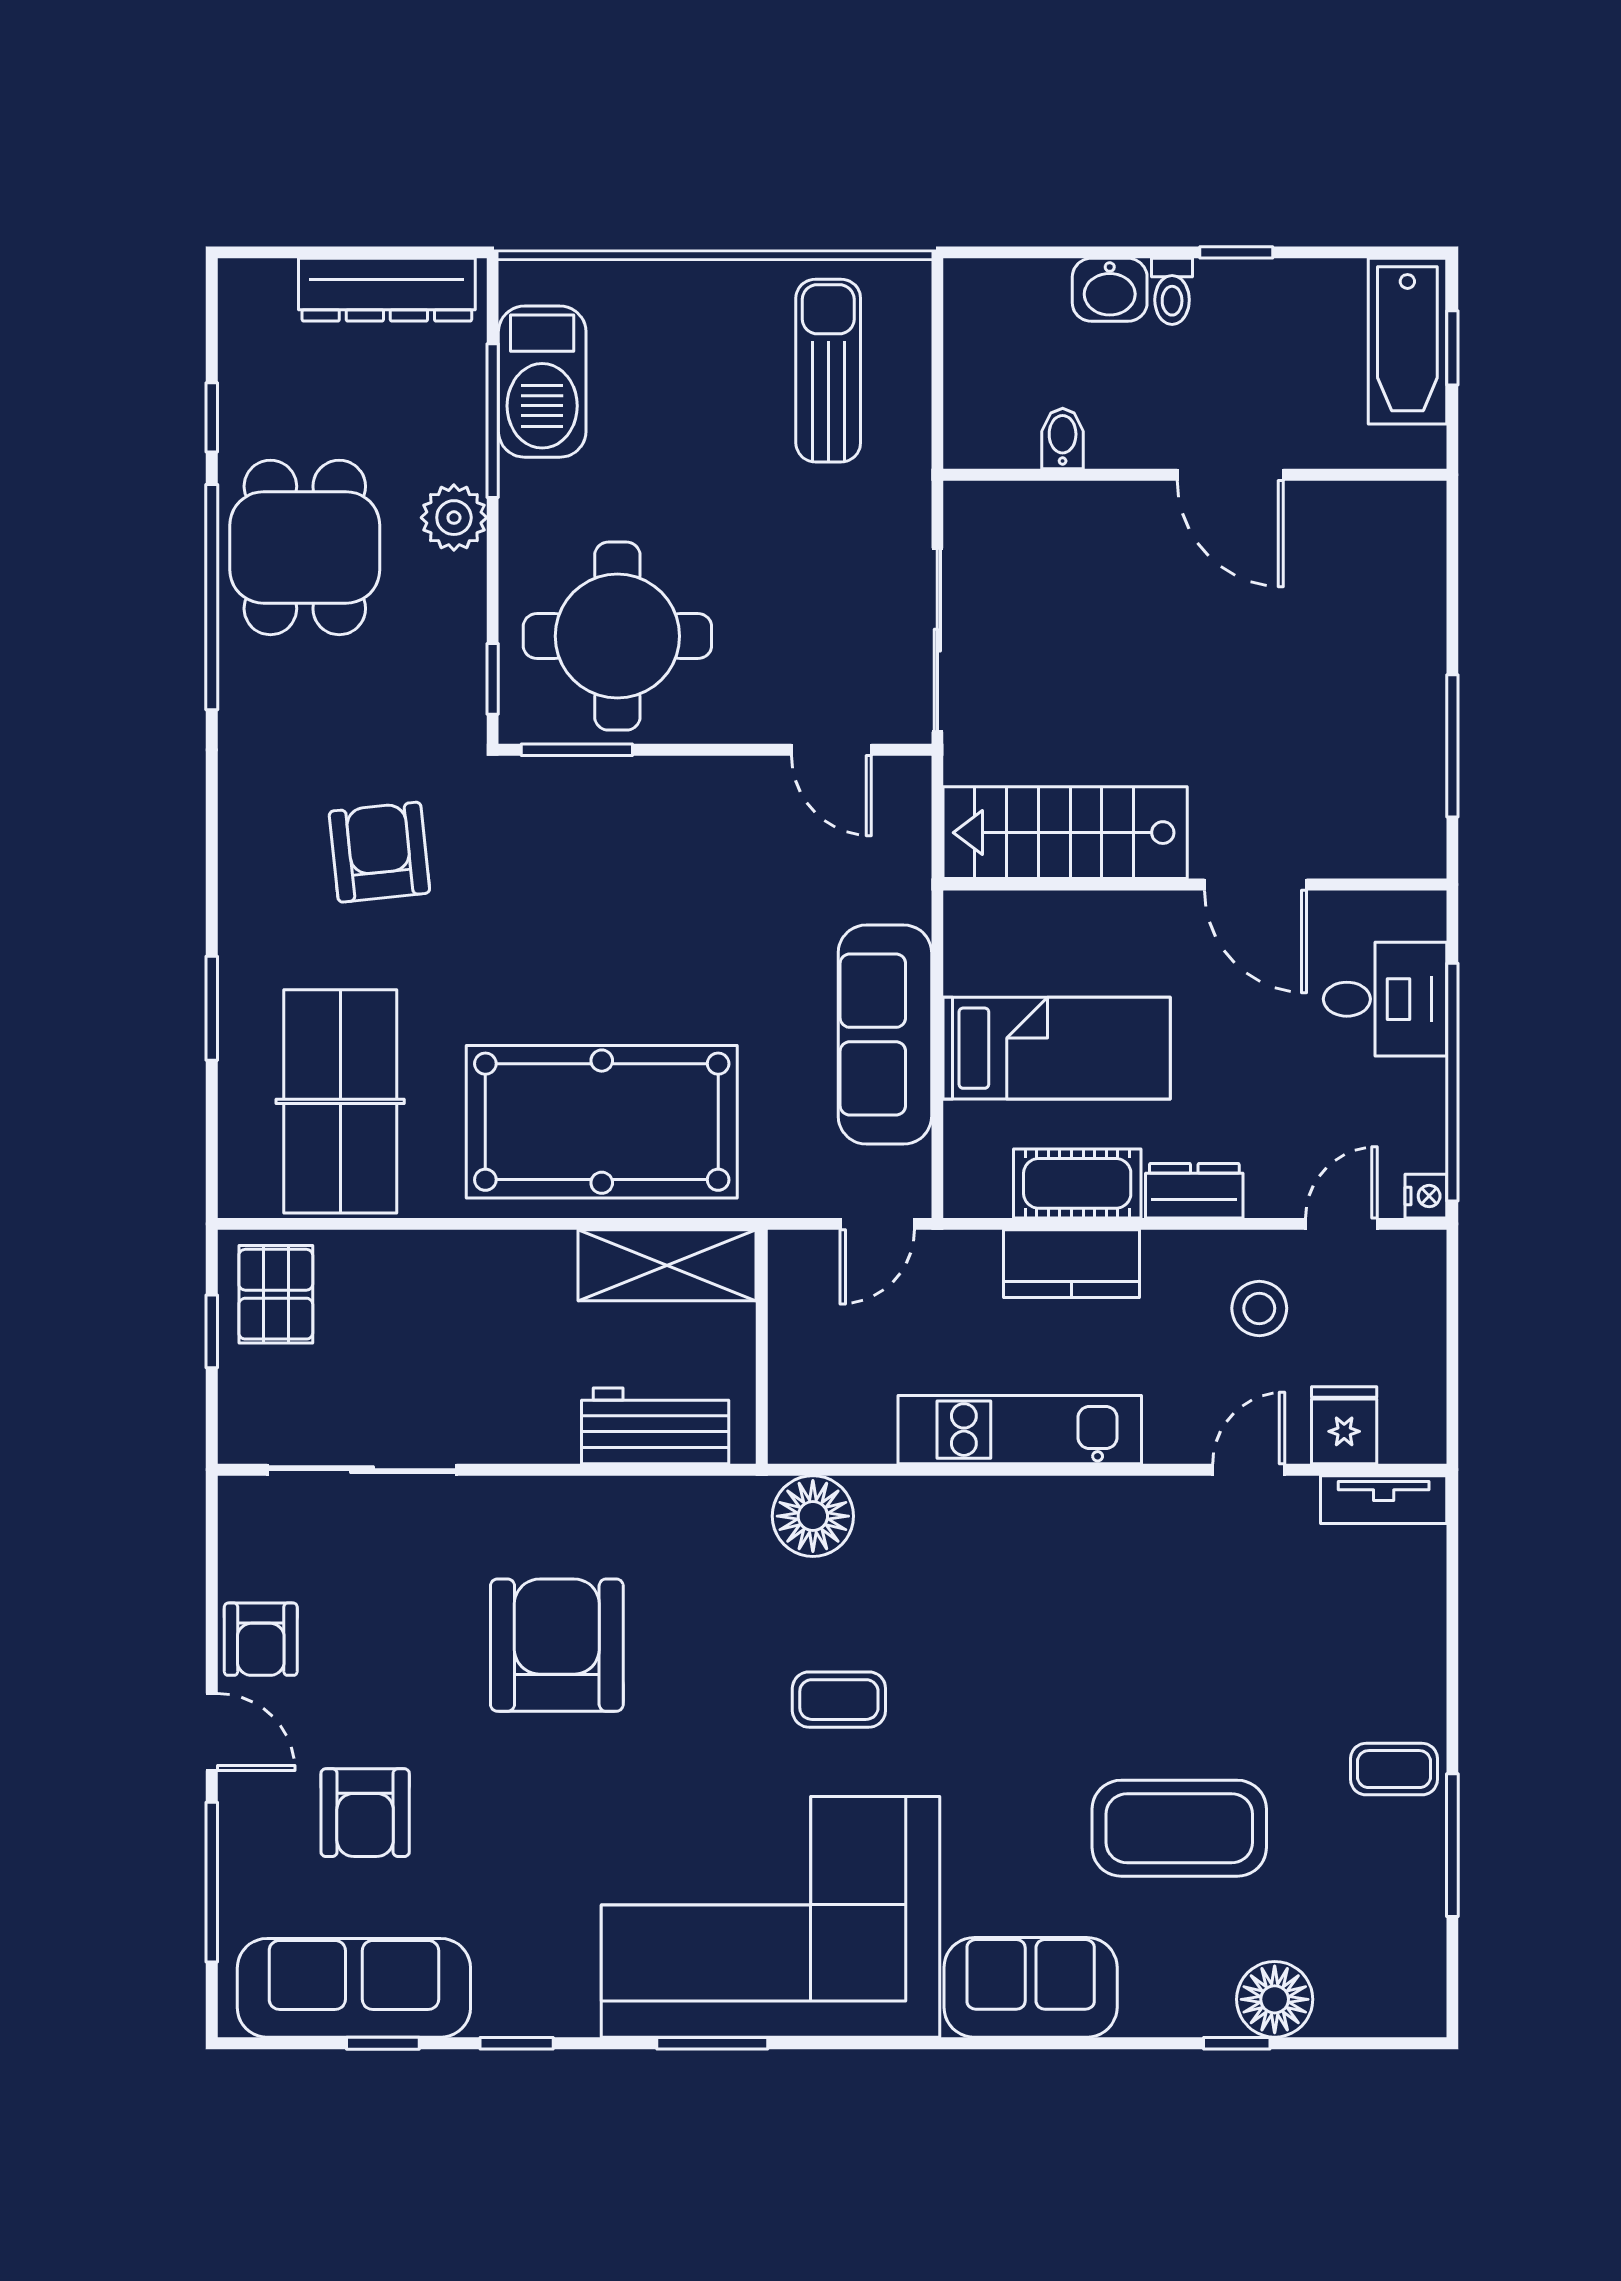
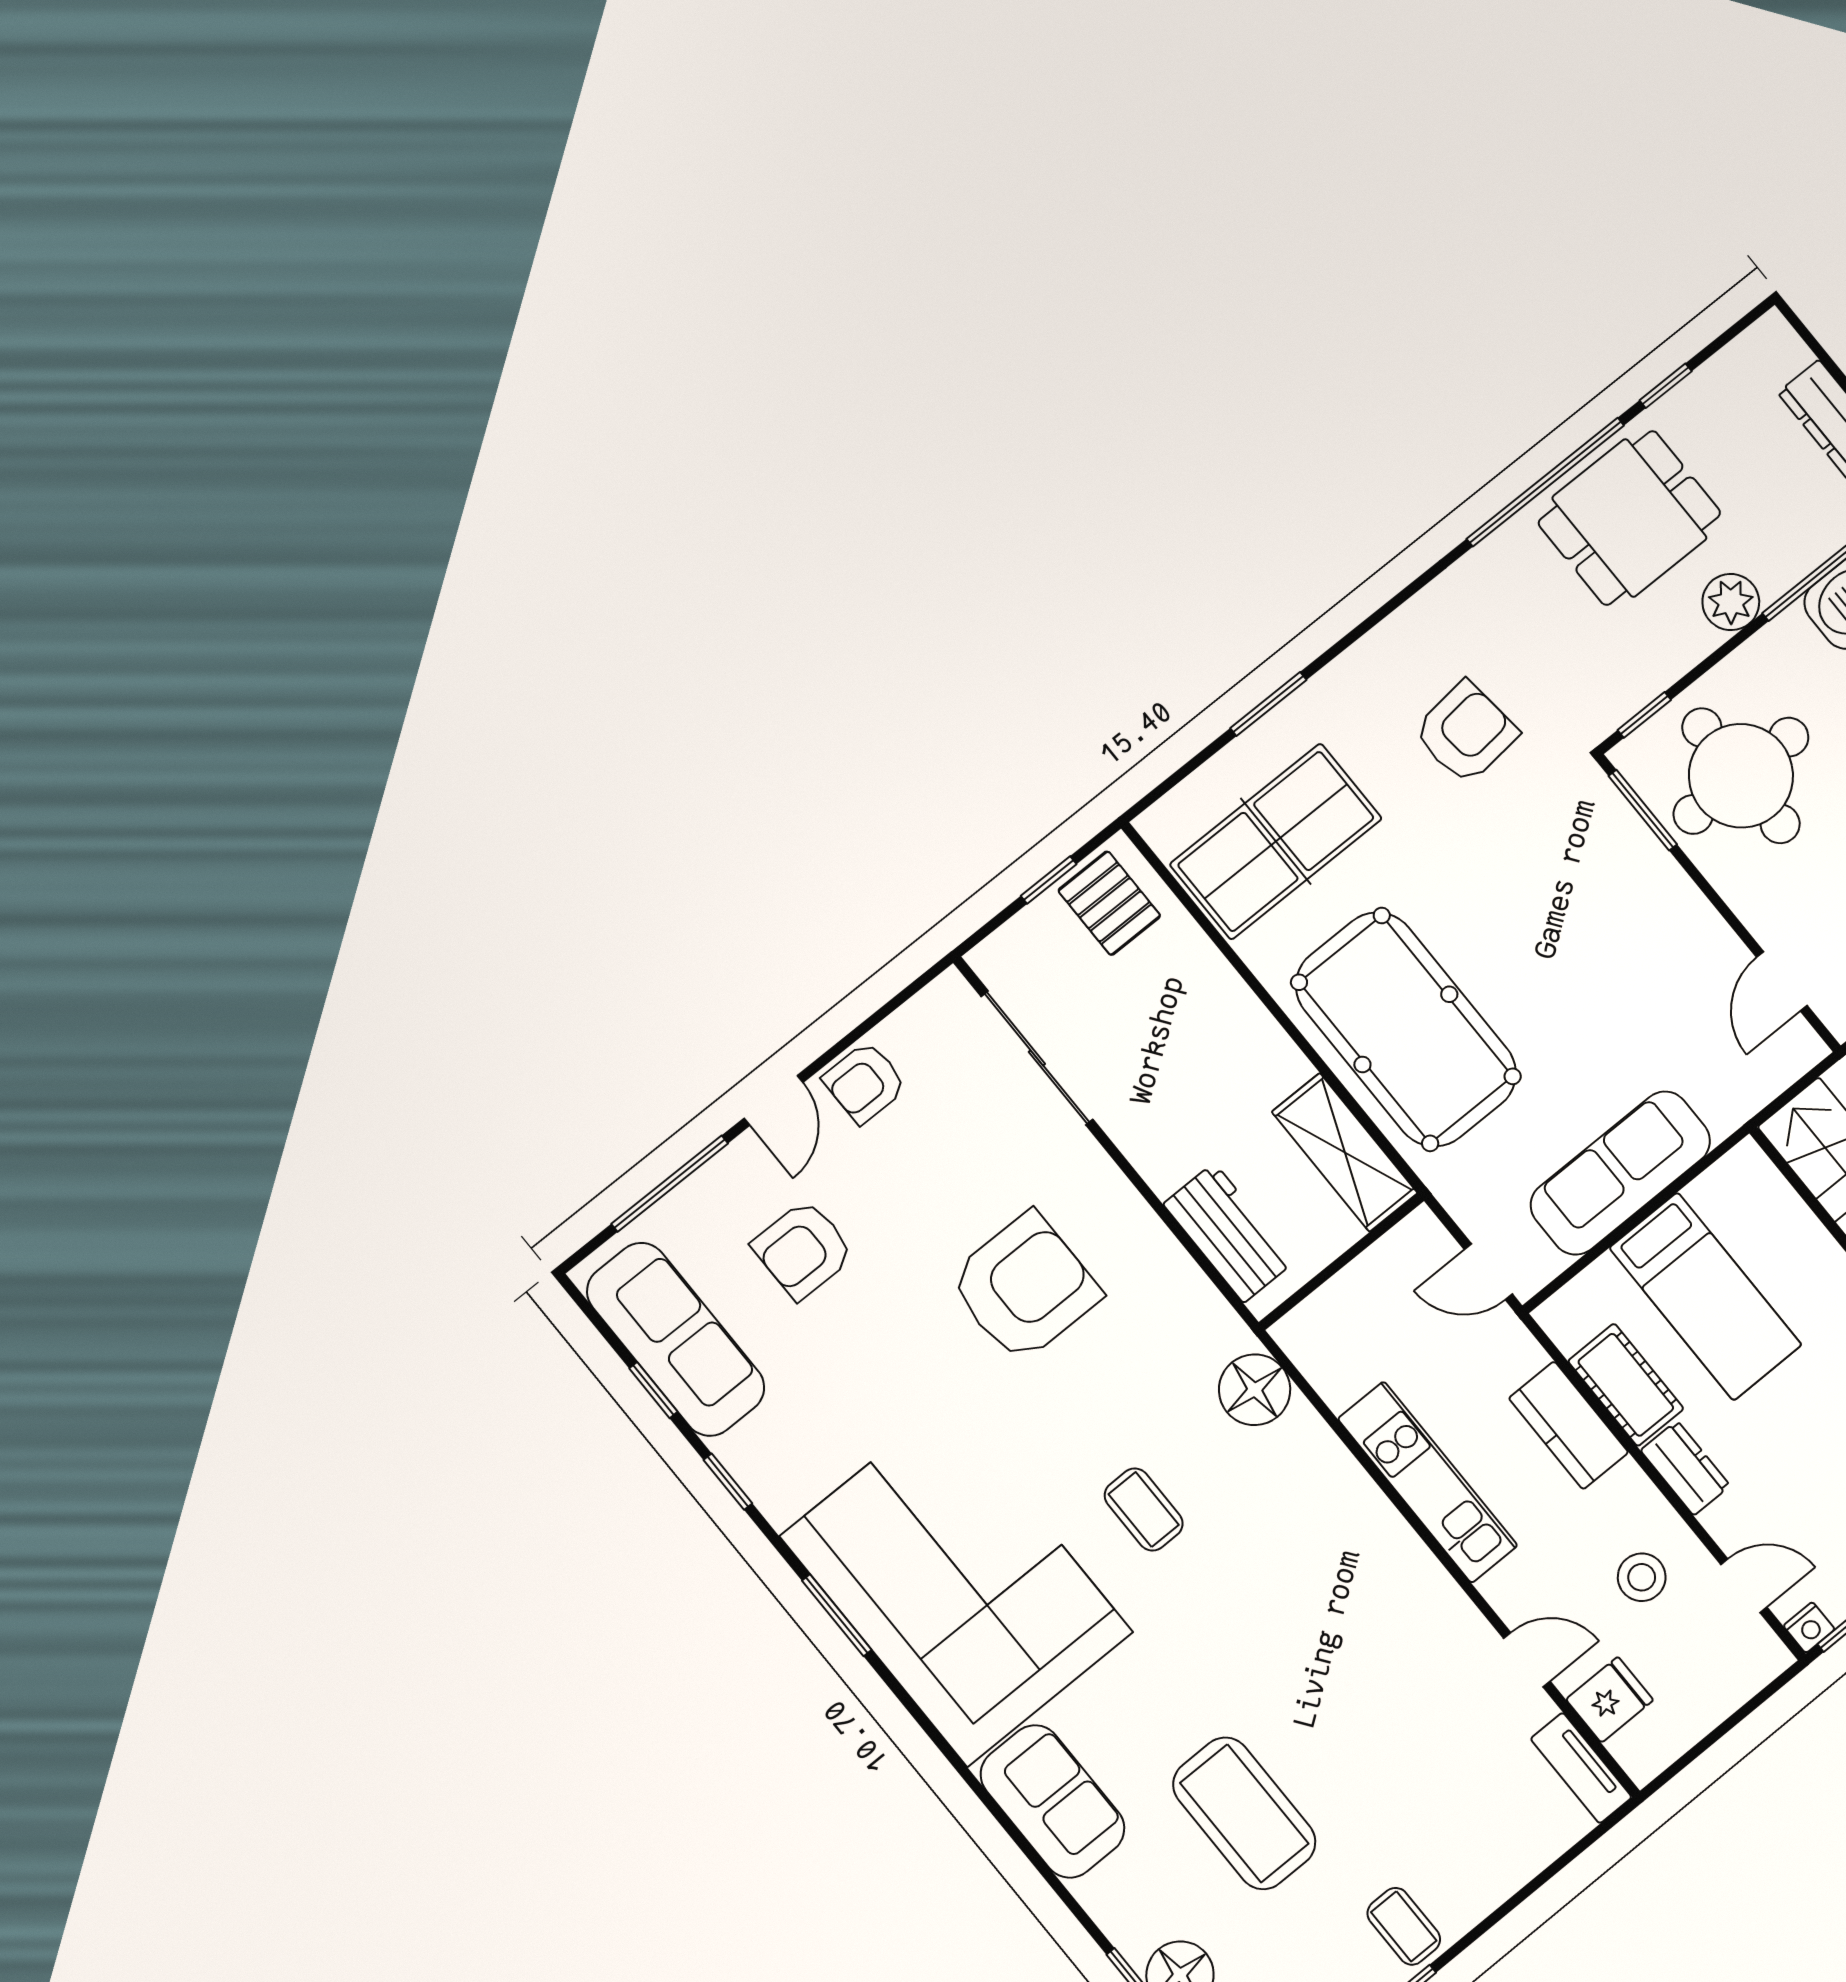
pallet: (276, 1294) -> (1109, 903), turned 90

